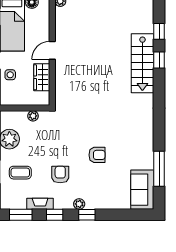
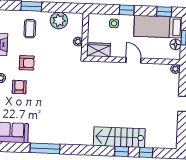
wardrobe: (42, 77) -> (98, 50), moved
armchair: (97, 155) -> (19, 87), moved, turned 180
window: (159, 169) -> (45, 148), moved

